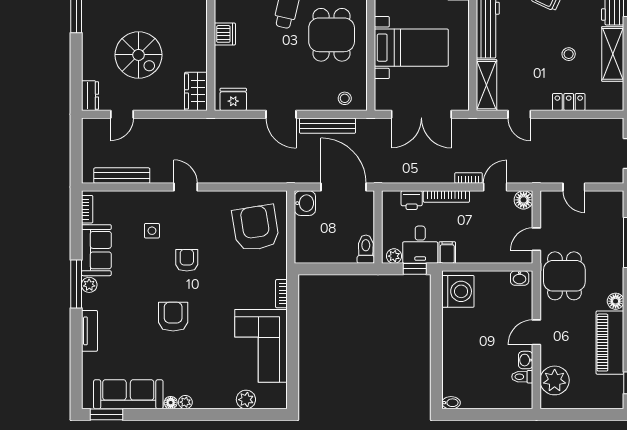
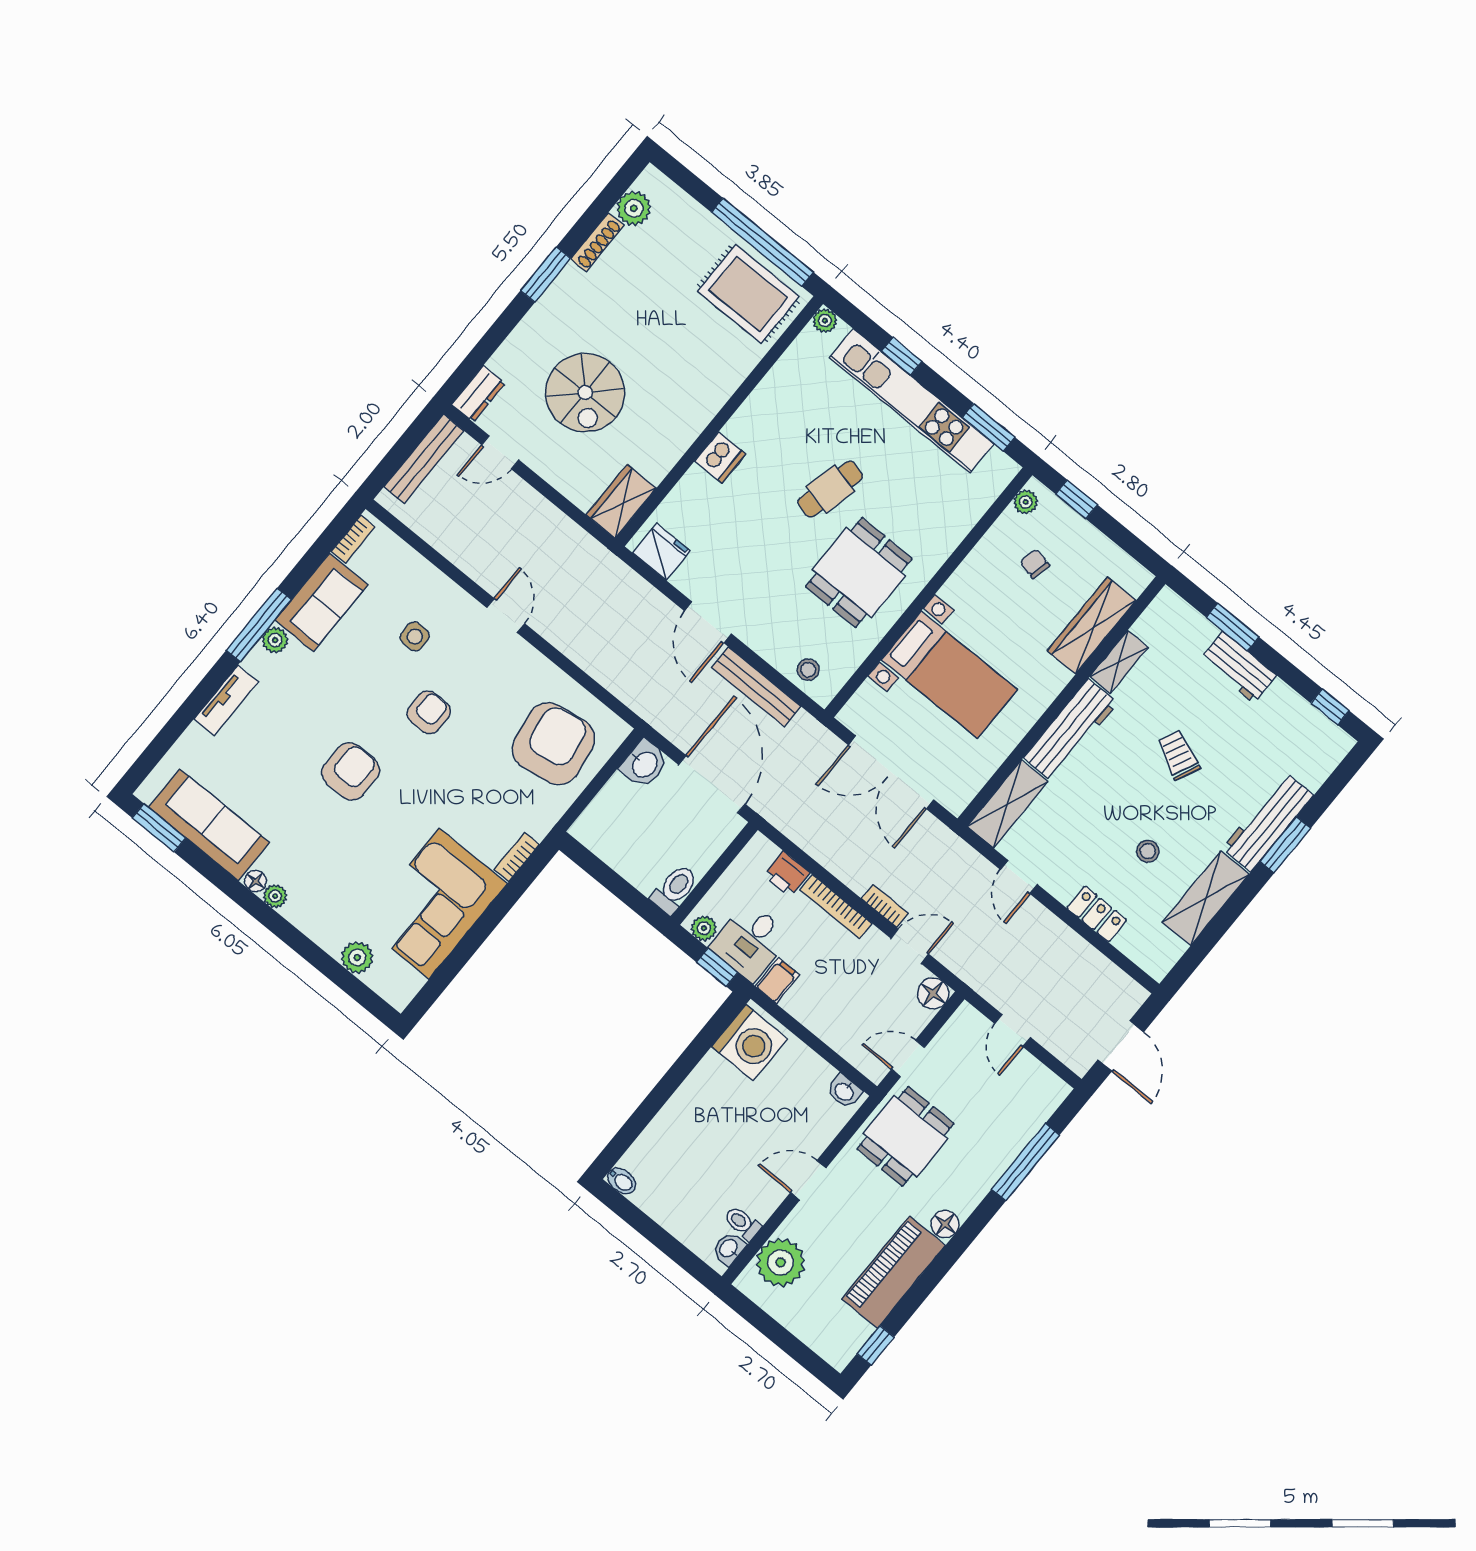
bench: (122, 176) -> (424, 459), moved, turned 90
washbasin: (526, 360) -> (729, 1249), moved

